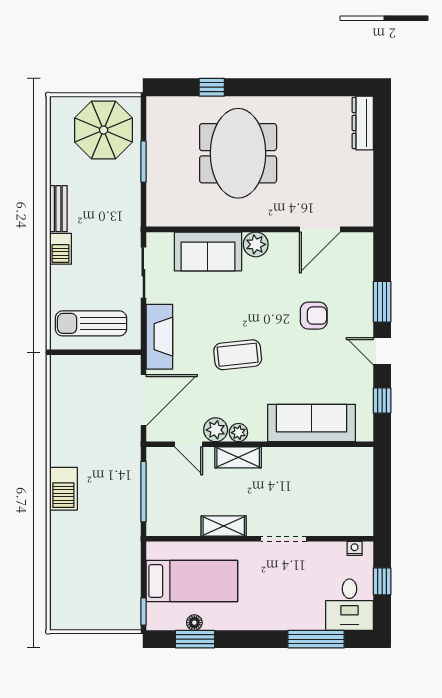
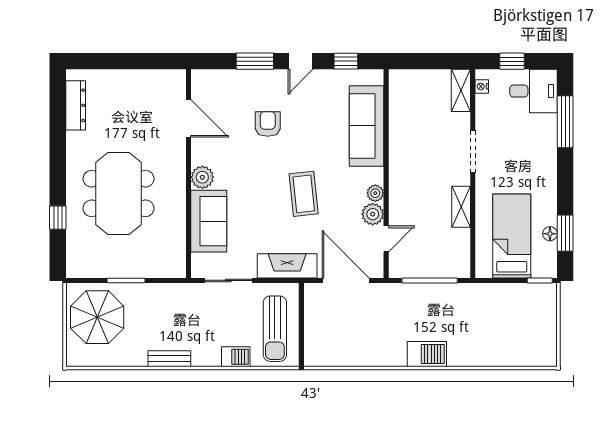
dresser: (363, 123) -> (76, 105), moved, turned -90
meeting table: (238, 153) -> (119, 194), turned 90
barbecue: (60, 249) -> (236, 357), moved
shelving: (238, 457) -> (461, 90), moved

